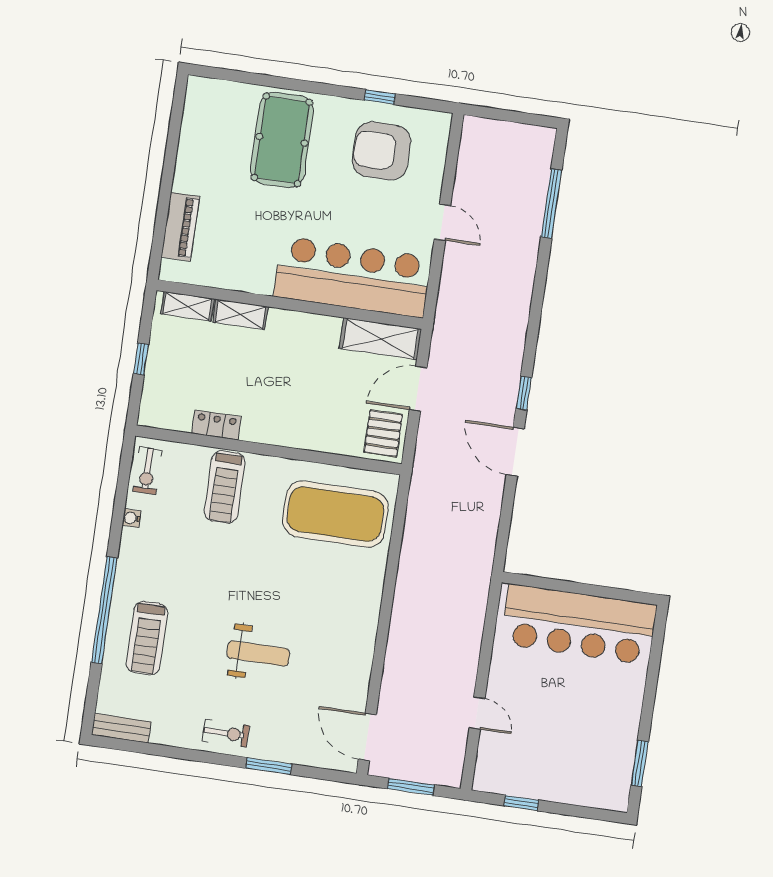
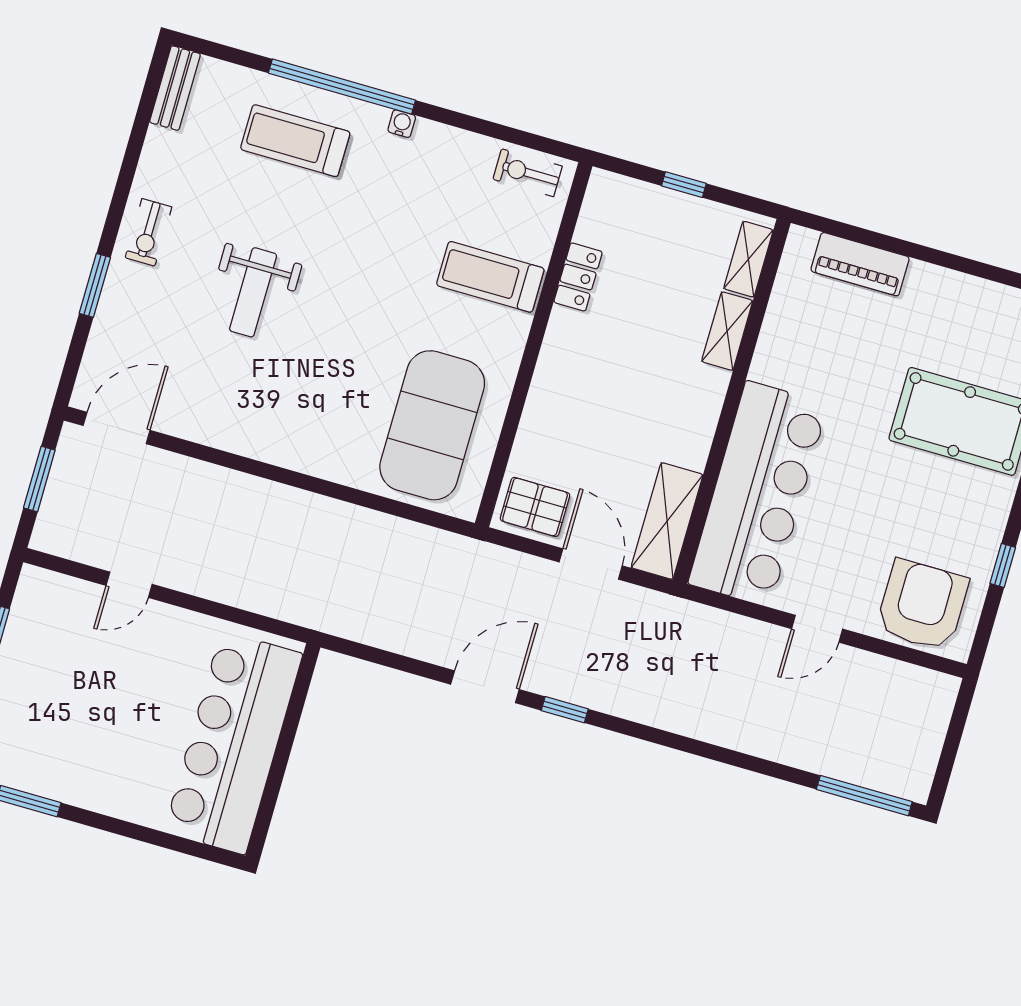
armchair: (381, 151) -> (922, 605), moved
window: (551, 204) -> (864, 796), moved
water cooler: (132, 518) -> (402, 124), moved

